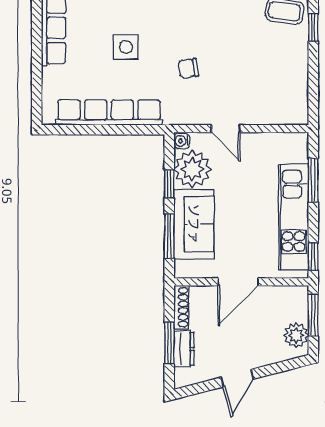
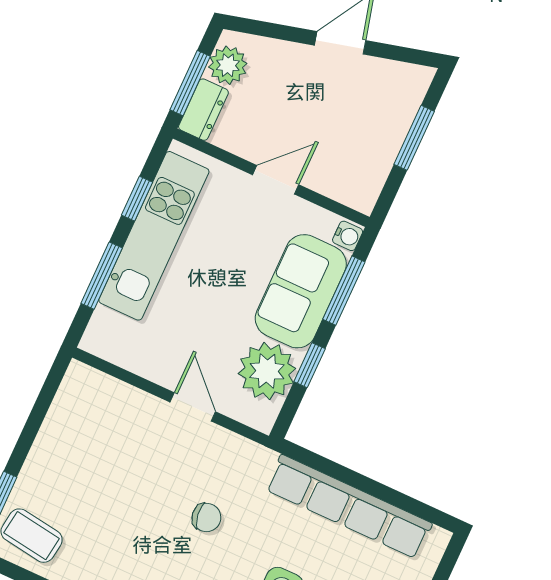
water cooler: (182, 141) -> (348, 236), moved
window: (313, 257) -> (137, 199), moved
door: (238, 282) -> (276, 180), width x0.73
shoe rack: (181, 307) -> (373, 181), removed
dresser: (184, 349) -> (203, 110), moved, turned 180

